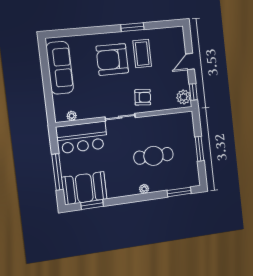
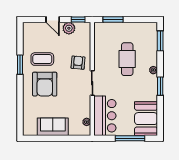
sofa: (60, 68) -> (53, 127), width x0.73
plant: (184, 97) -> (69, 28), moved
window: (199, 149) -> (113, 19), moved
window: (92, 204) -> (160, 86), moved

